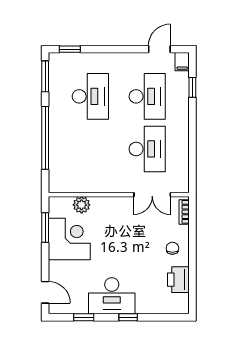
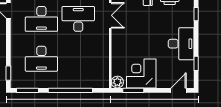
desk: (90, 96) -> (41, 59), turned 180
desk: (147, 96) -> (41, 19), turned 180
plant: (82, 205) -> (117, 82), moved
window: (128, 317) -> (196, 14), moved

